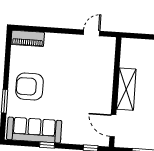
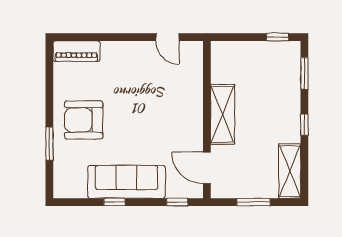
door: (92, 33) -> (167, 37), swing flipped
sofa: (34, 130) -> (126, 182), moved

